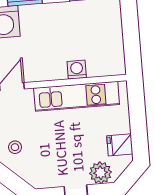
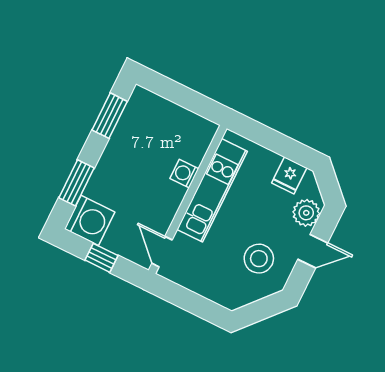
stool: (15, 147) -> (259, 259), moved, width x1.89, depth x1.89

